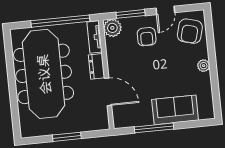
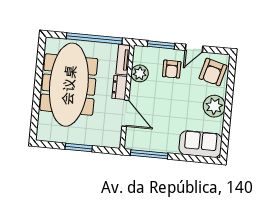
plant: (112, 28) -> (140, 73), moved
plant: (204, 66) -> (214, 106), width x1.88, depth x1.88
sofa: (175, 110) -> (200, 144), moved
window: (154, 128) -> (149, 154), moved

